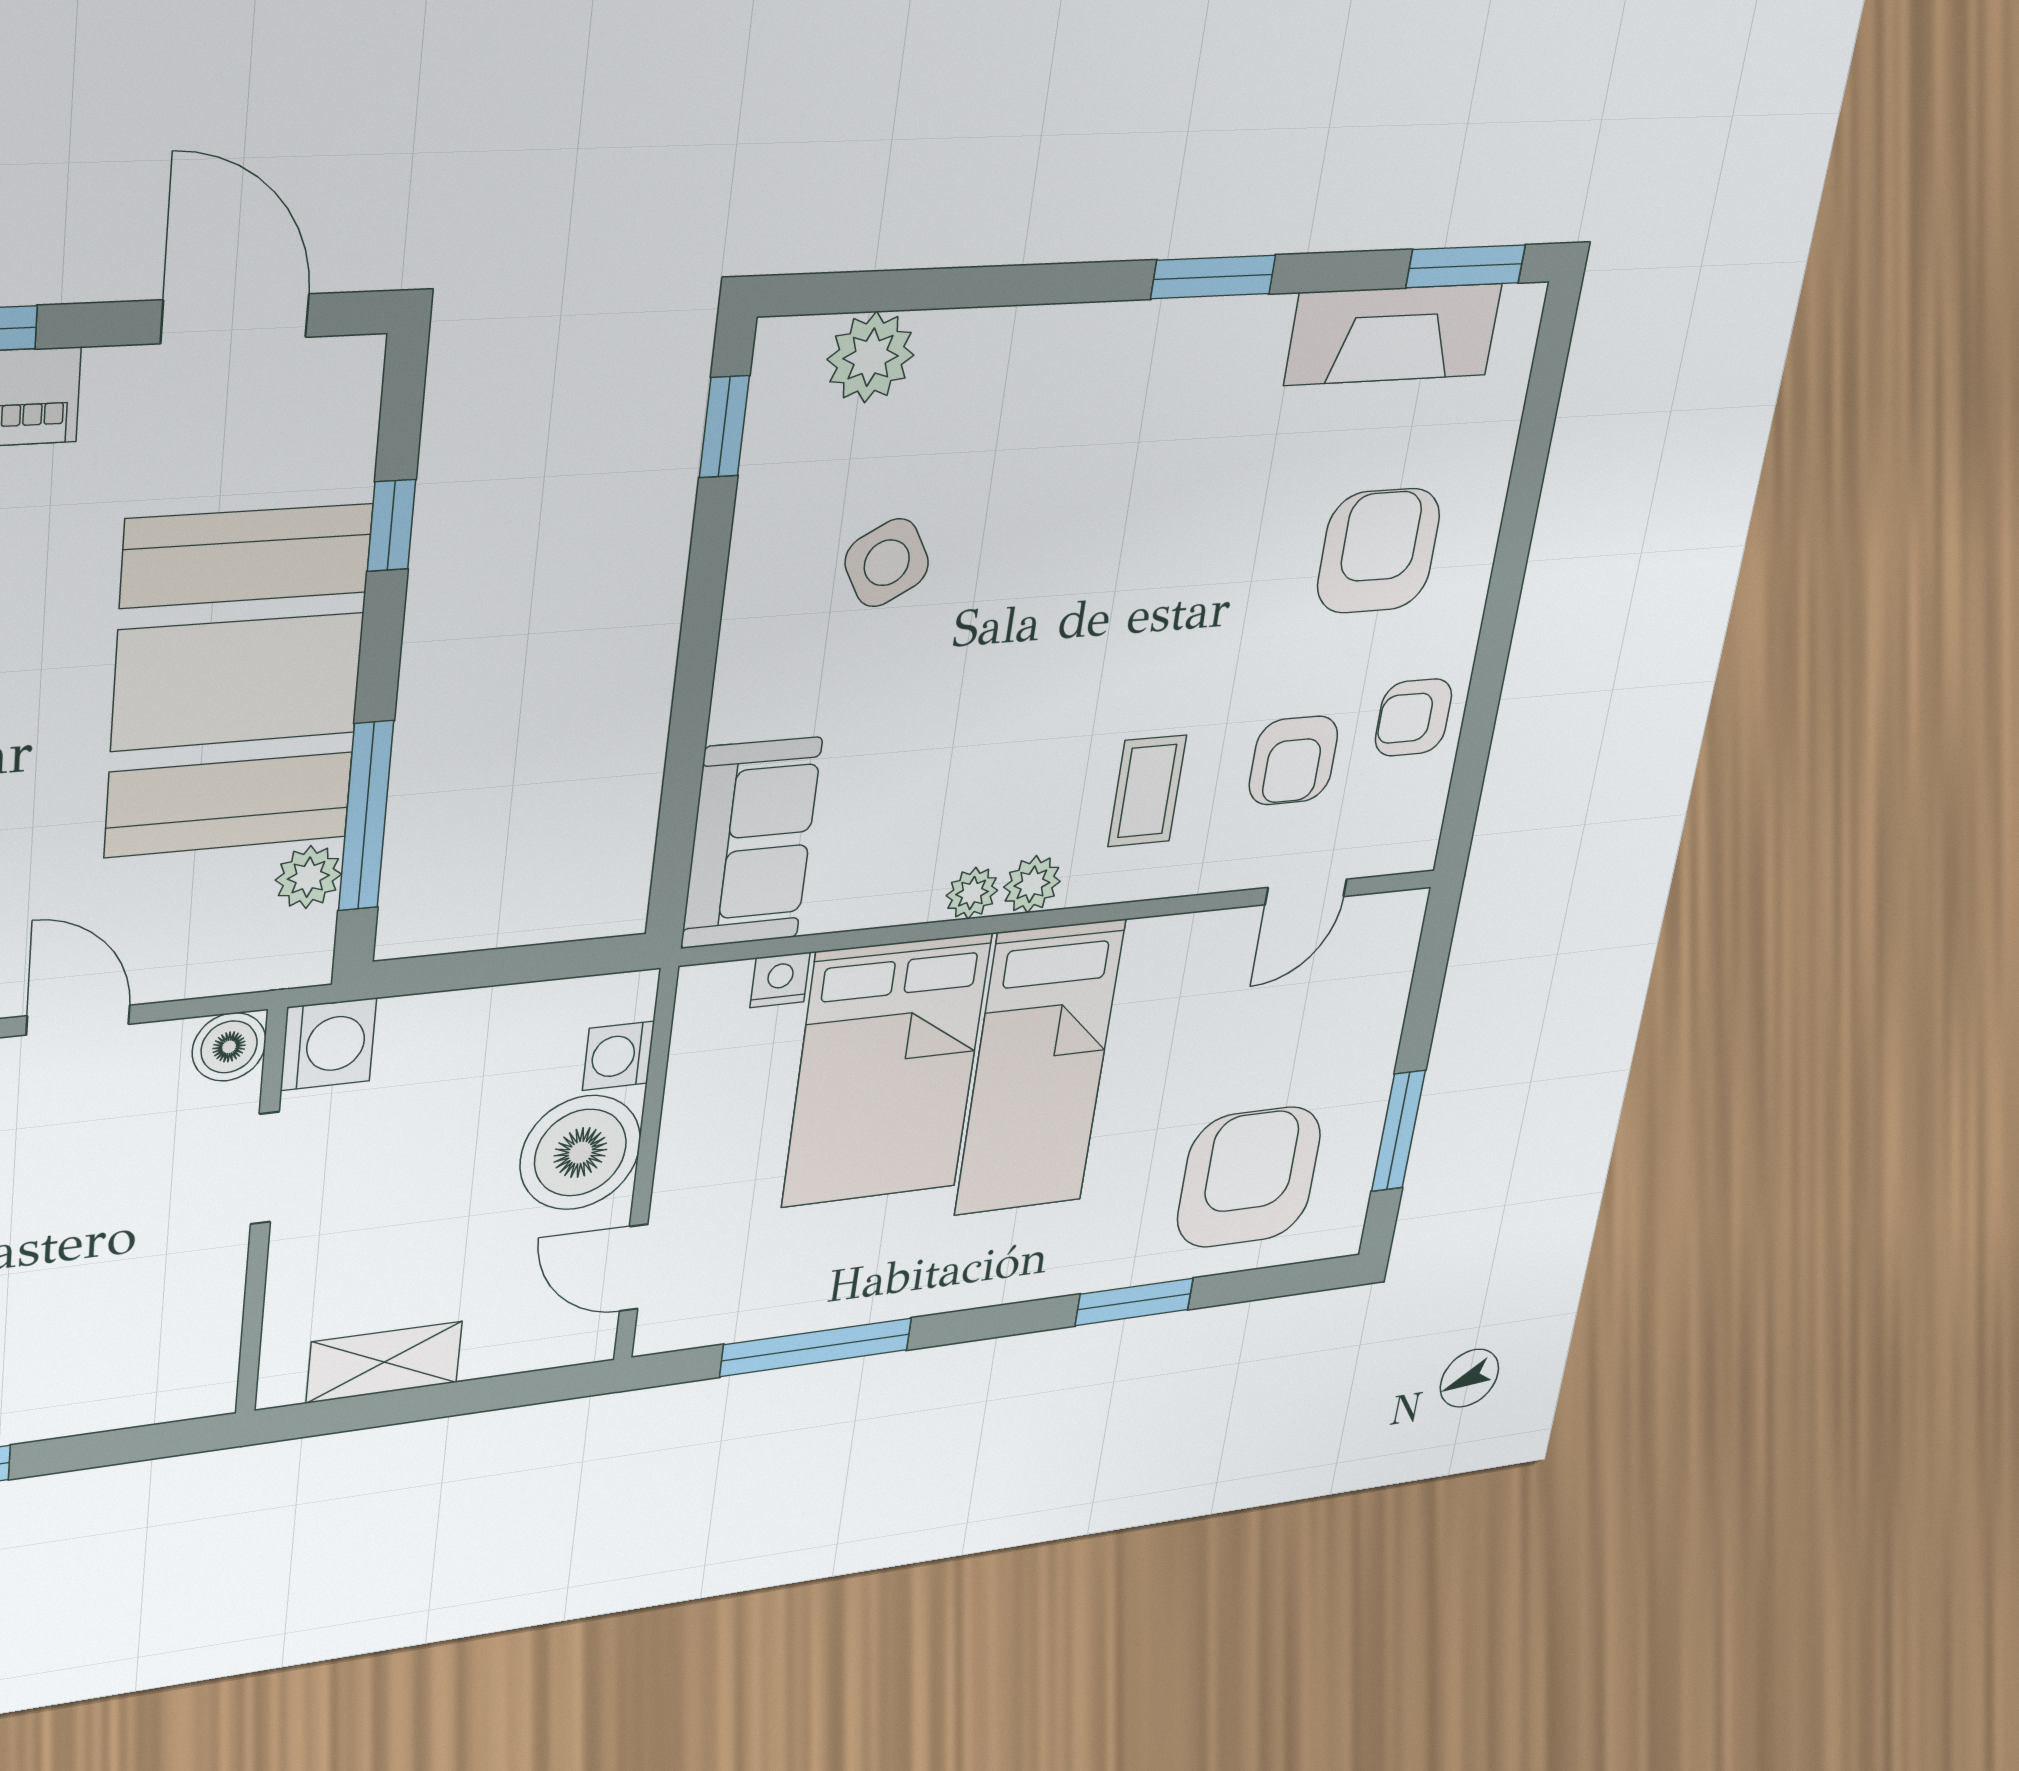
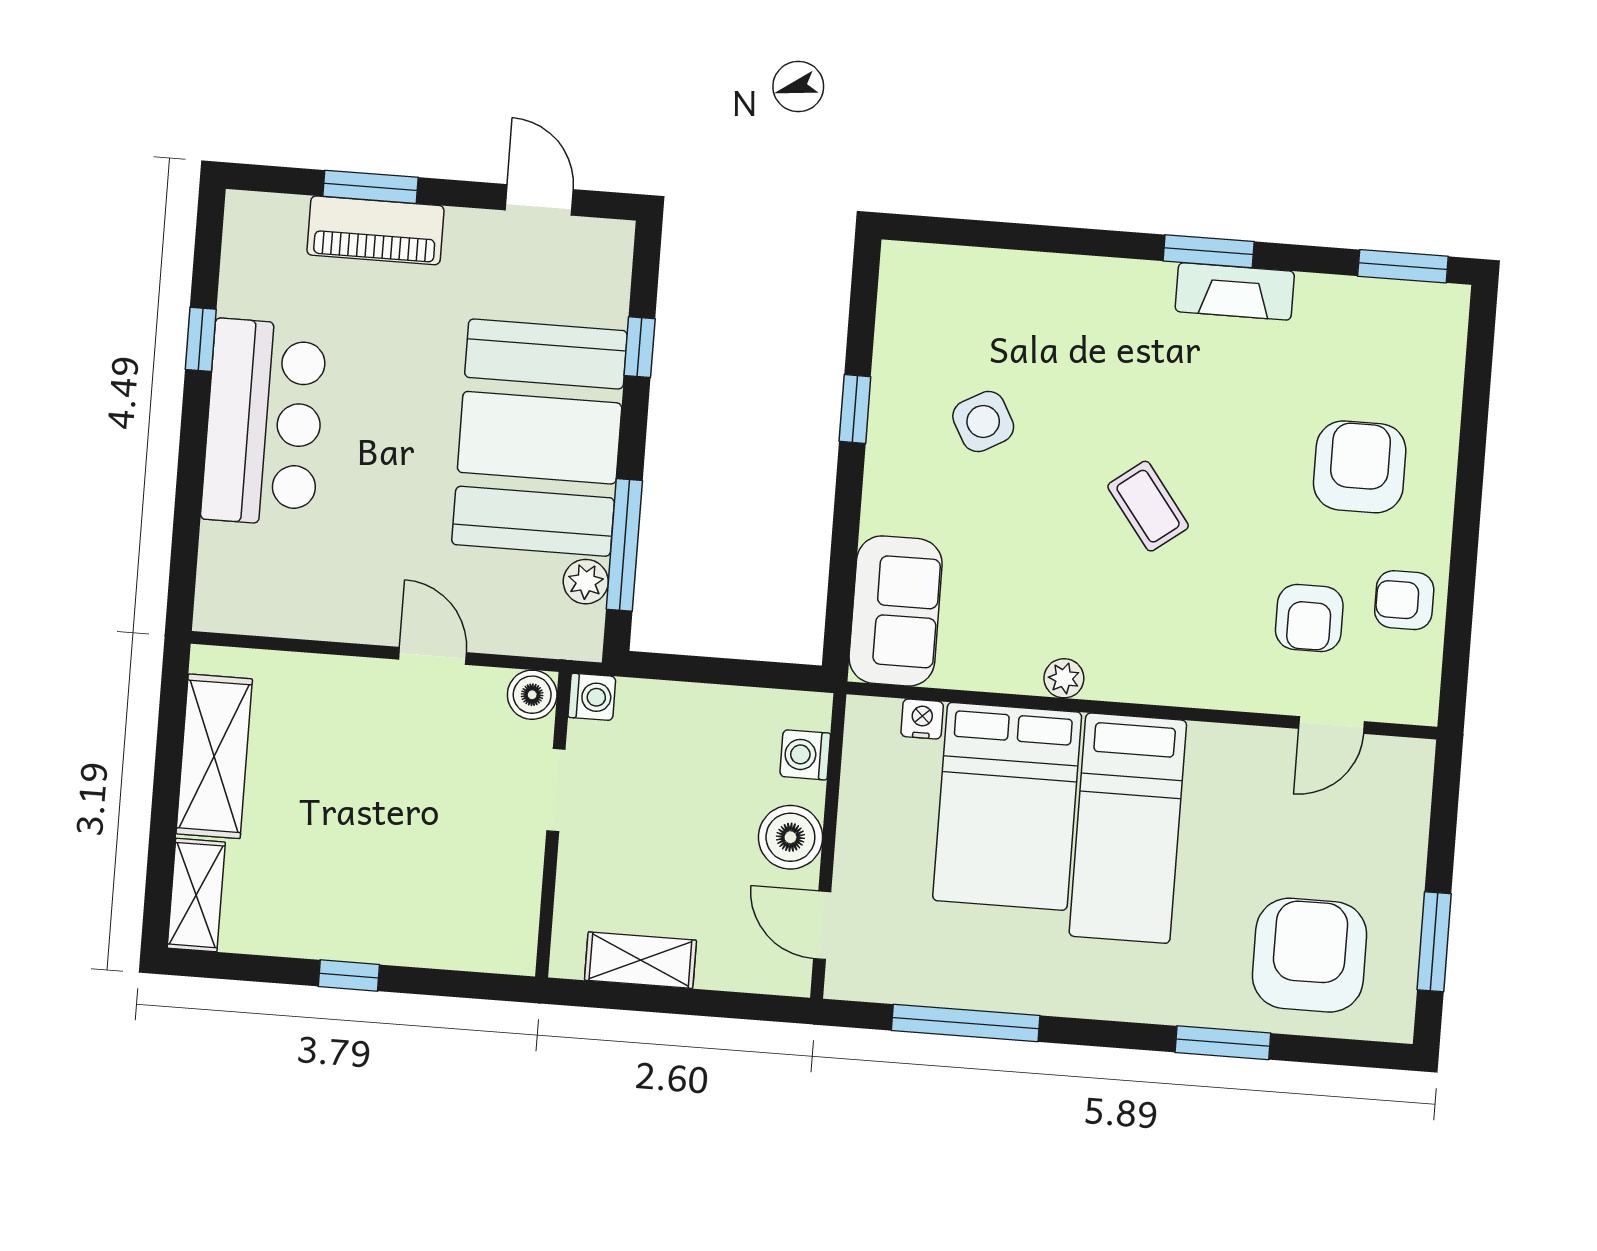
door: (235, 319) -> (539, 200), width x0.73
fireplace: (1393, 334) -> (1235, 291), moved, width x0.73, depth x0.76
plant: (871, 357) -> (963, 277), removed
window: (724, 427) -> (855, 409), moved
coffee table: (1147, 791) -> (1148, 506), moved, turned -37
plant: (1032, 884) -> (1110, 680), removed
washing machine: (328, 1044) -> (592, 697), width x0.73, depth x0.73
boiler: (580, 1153) -> (790, 837), width x0.73, depth x0.73

